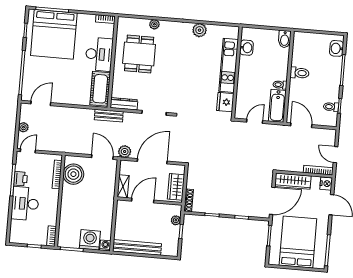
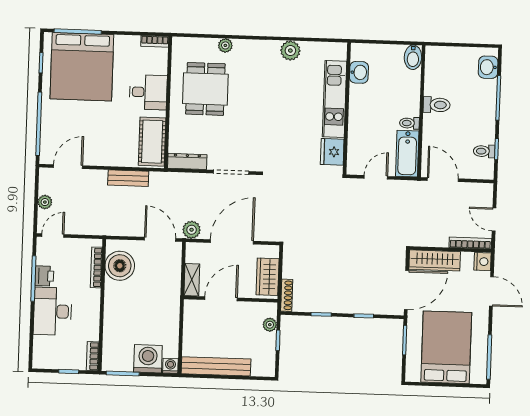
desk: (99, 54) -> (148, 92), width x0.73
bench: (109, 116) -> (128, 178), moved

